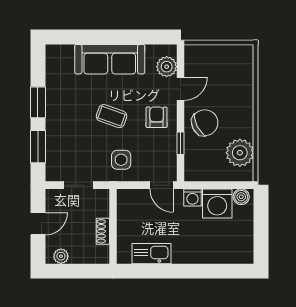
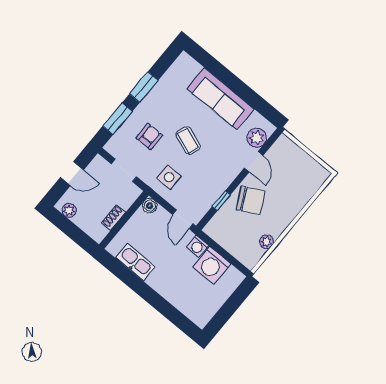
door: (181, 89) -> (254, 162), hinge flipped
armchair: (157, 117) -> (149, 137), moved
plant: (240, 153) -> (266, 242), width x0.53, depth x0.53
boiler: (241, 197) -> (150, 206), moved

